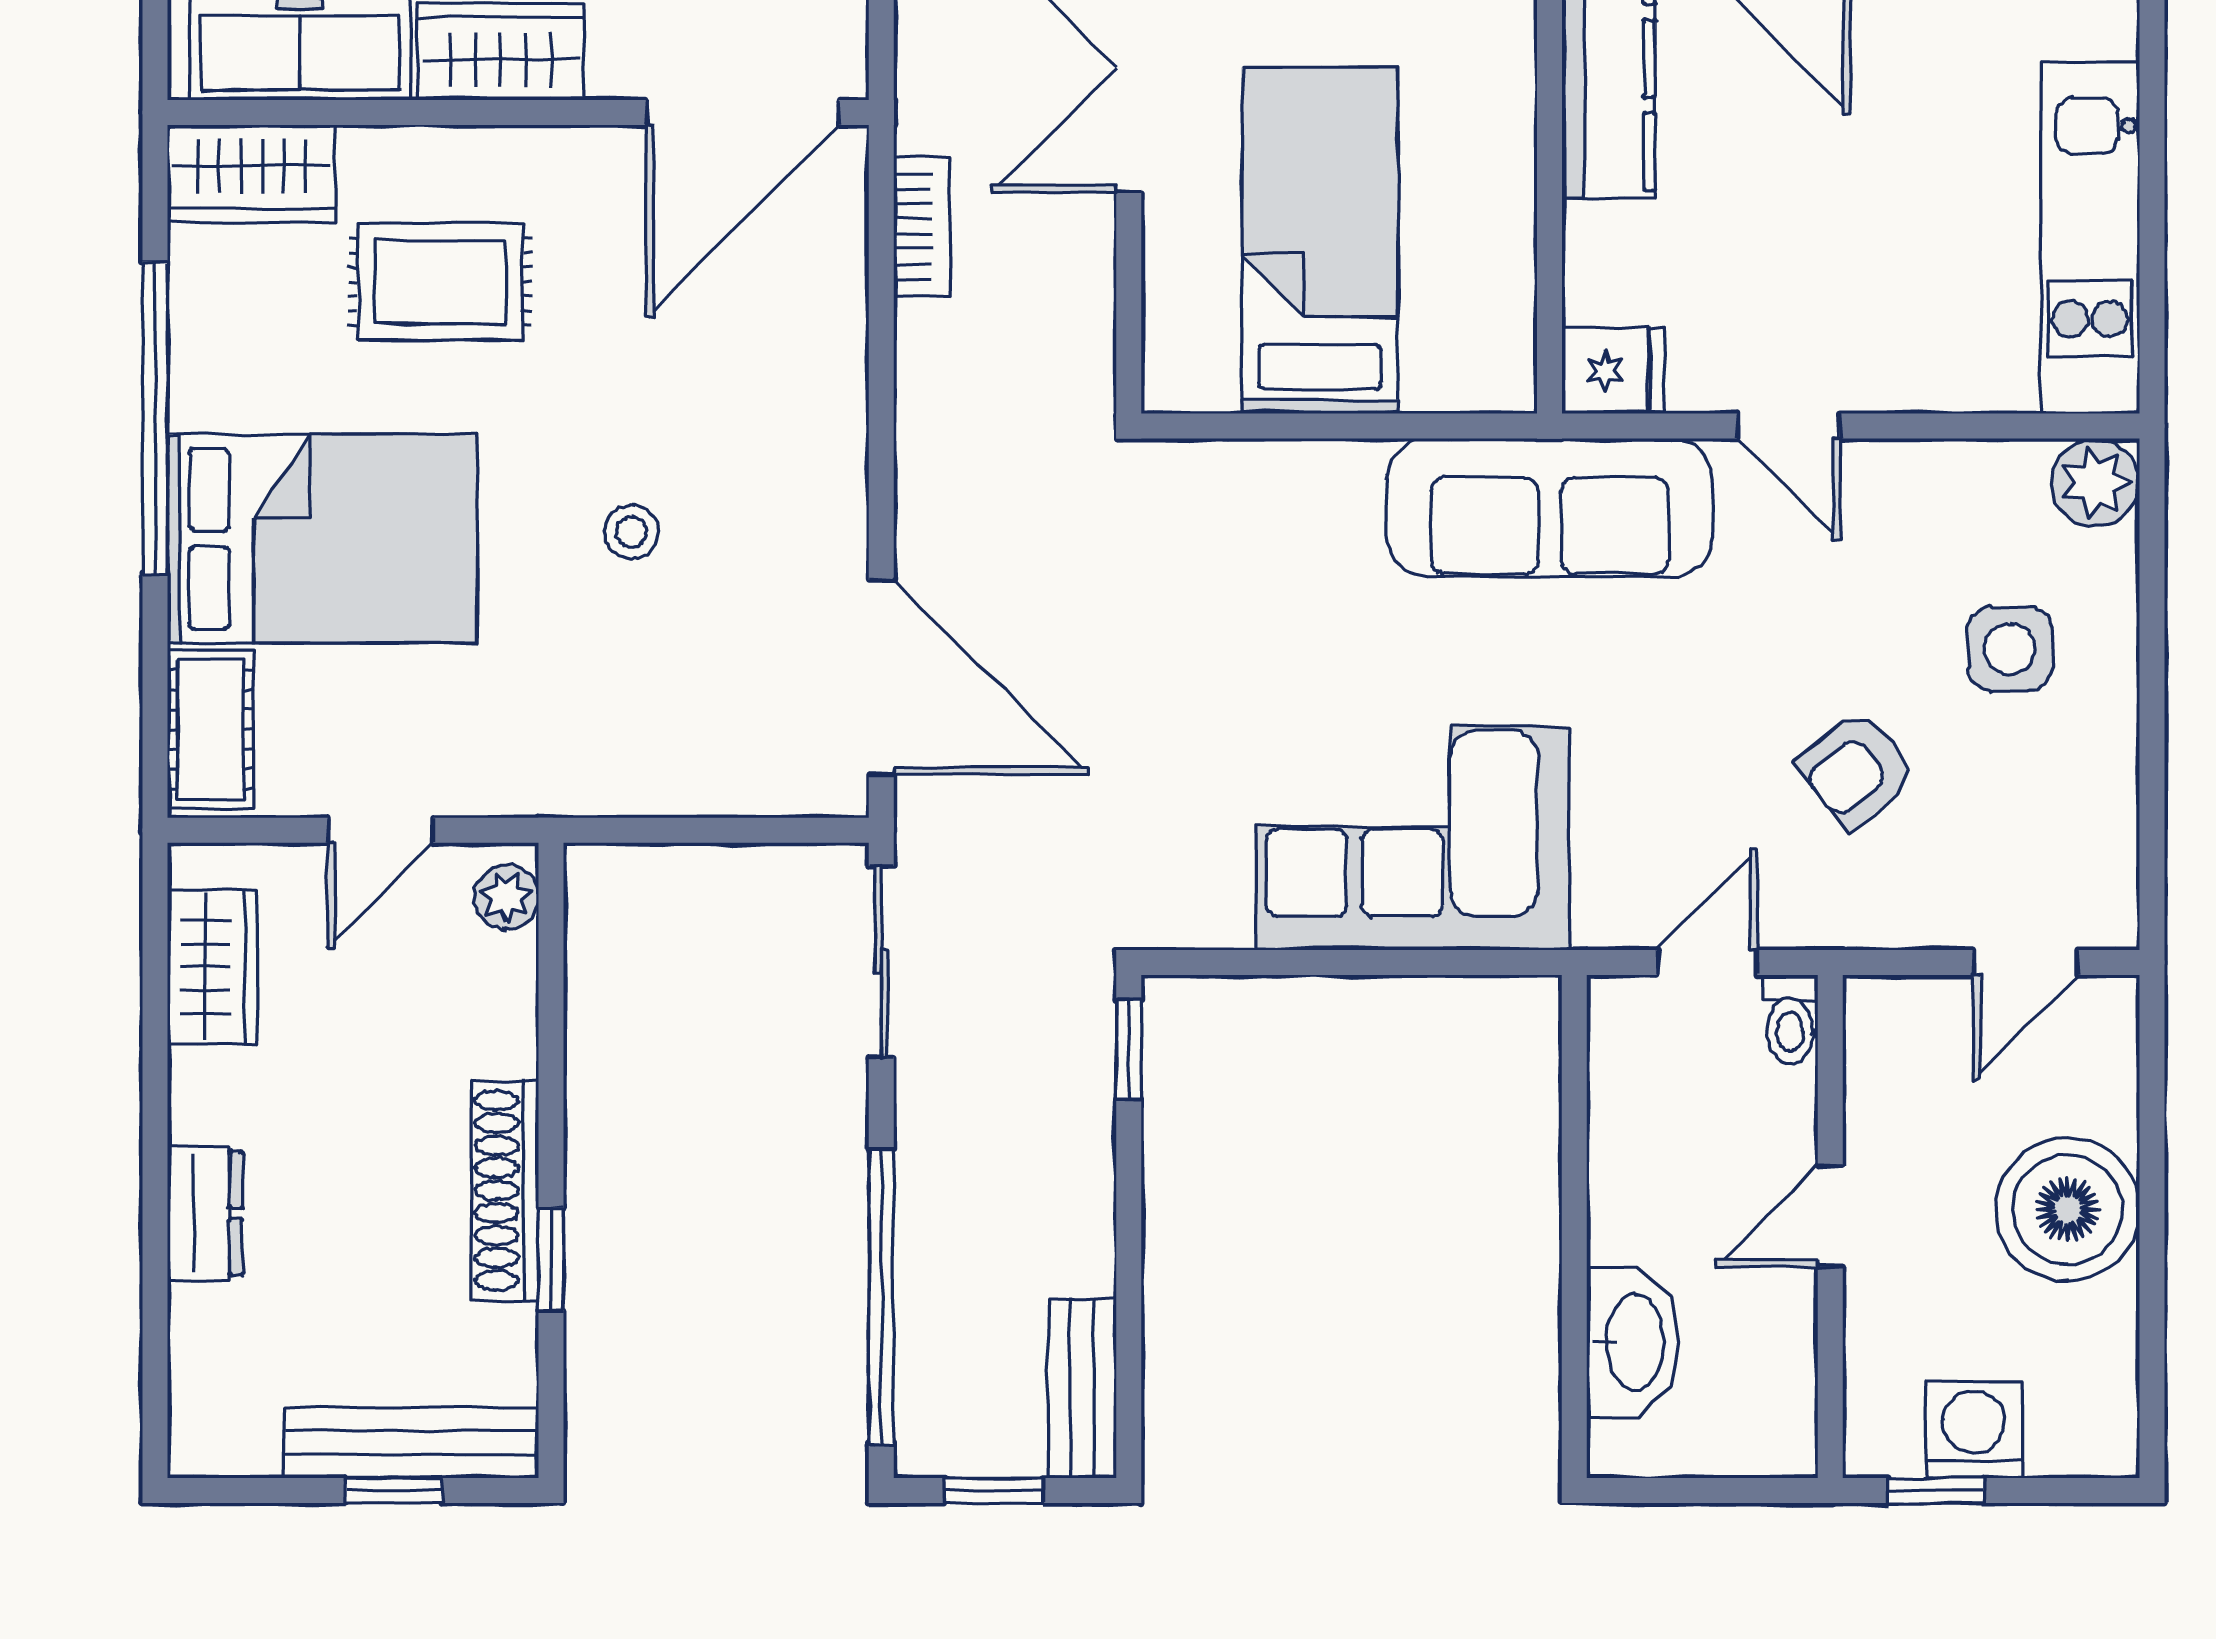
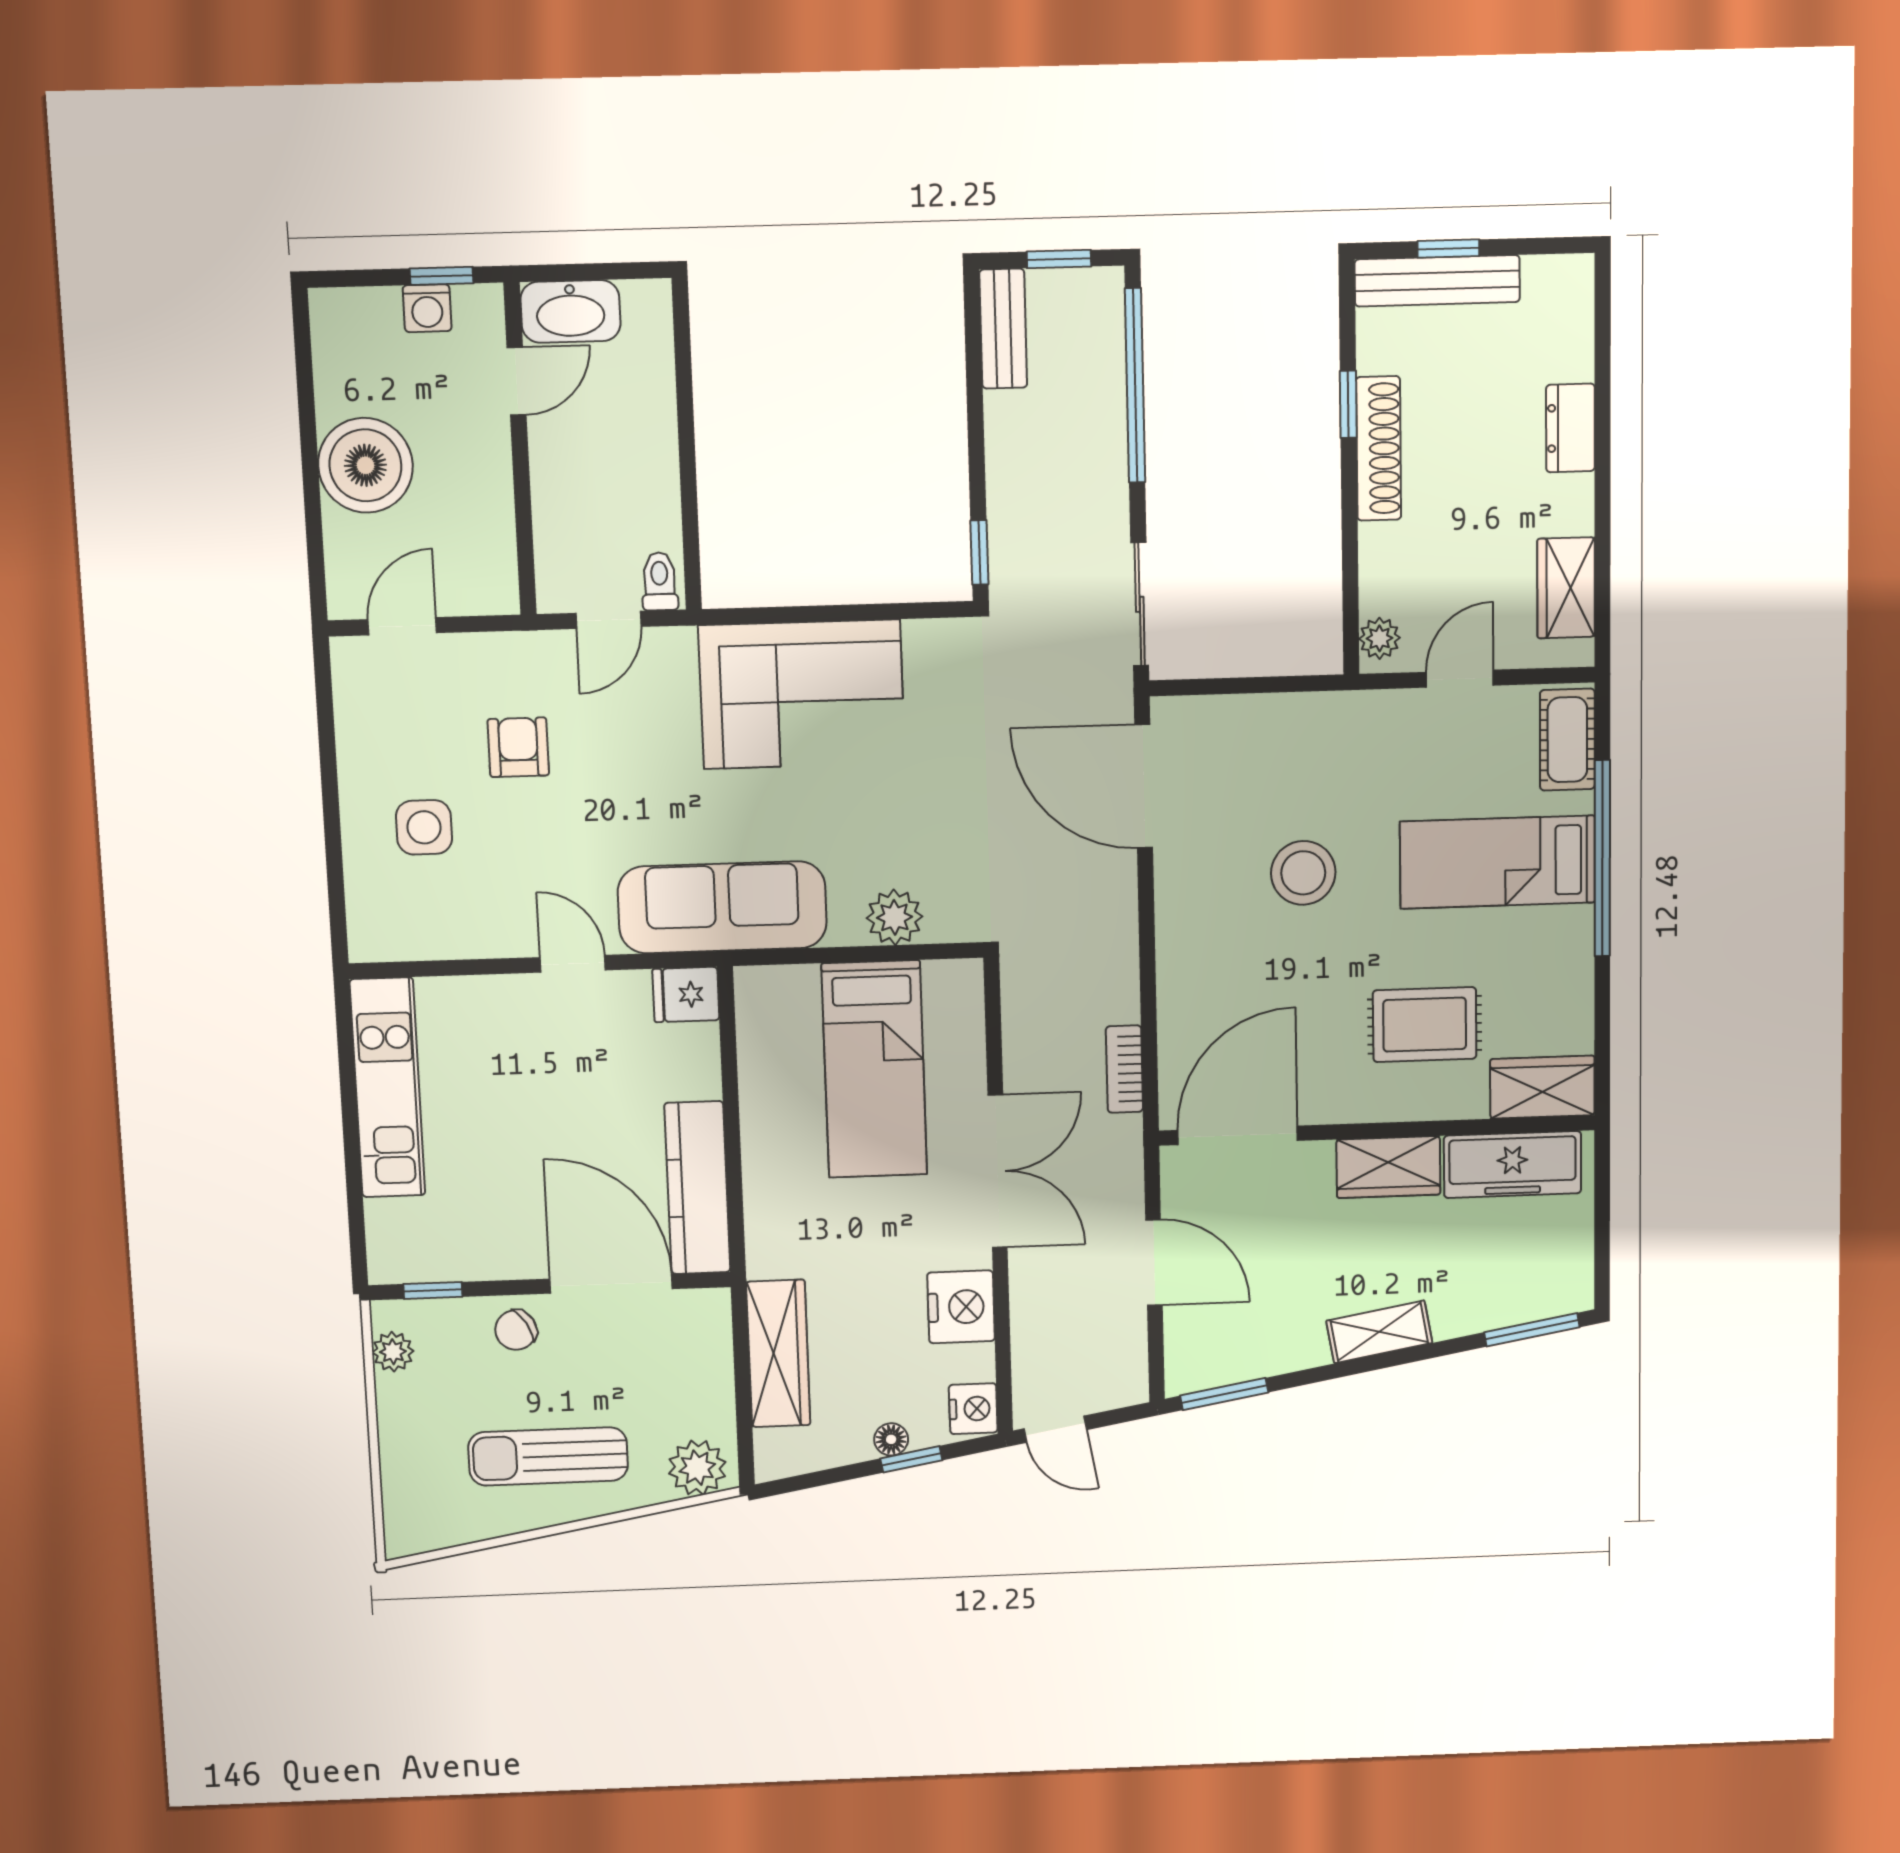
window: (155, 418) -> (1602, 858), moved
plant: (2095, 483) -> (894, 917), moved
stool: (631, 532) -> (1303, 873), width x1.89, depth x1.89
bed: (322, 539) -> (1497, 862), width x0.67
armchair: (1857, 770) -> (518, 747), turned -52
toilet: (1790, 1019) -> (660, 581), moved
door: (1830, 1216) -> (517, 381), moved
washbasin: (1633, 1342) -> (571, 311), moved, turned -90
washing machine: (1974, 1430) -> (427, 308), width x0.73, depth x0.73

